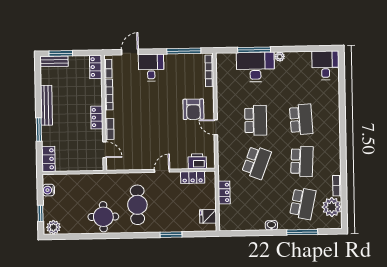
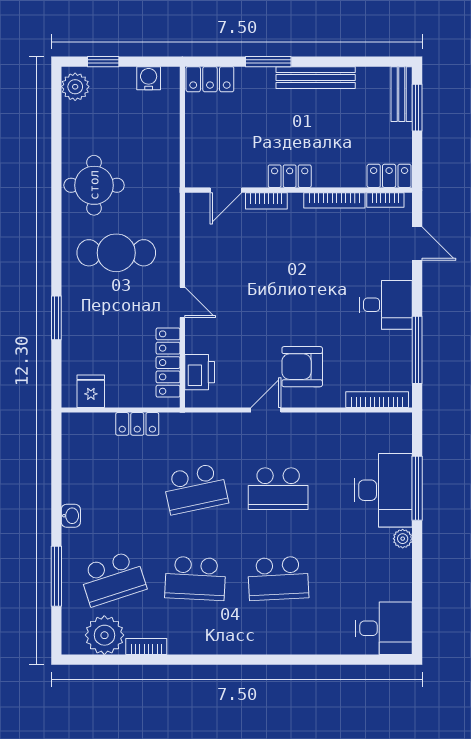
desk: (151, 68) -> (386, 305), moved
school desk: (256, 162) -> (195, 489), turned -33
locker: (193, 177) -> (168, 363), width x1.53
school desk: (303, 203) -> (113, 578), turned -30

